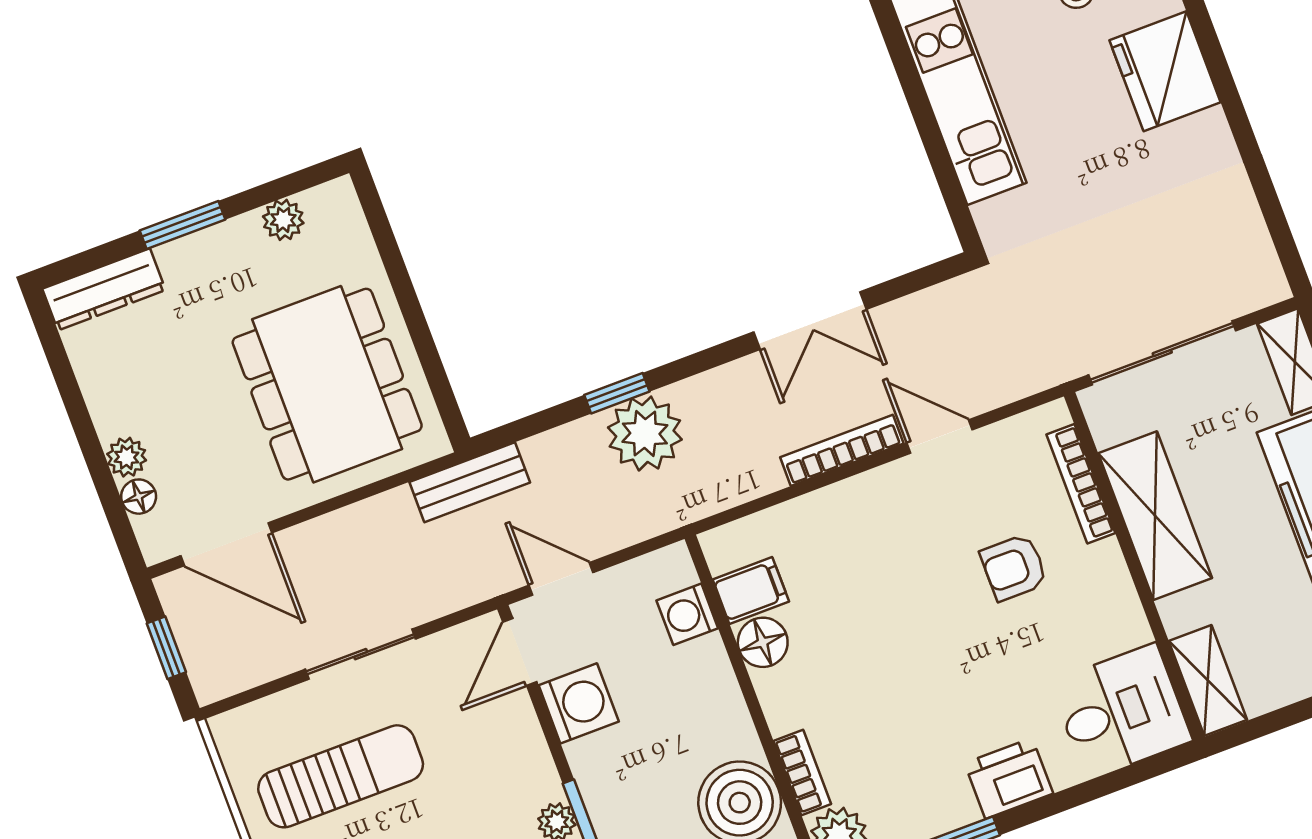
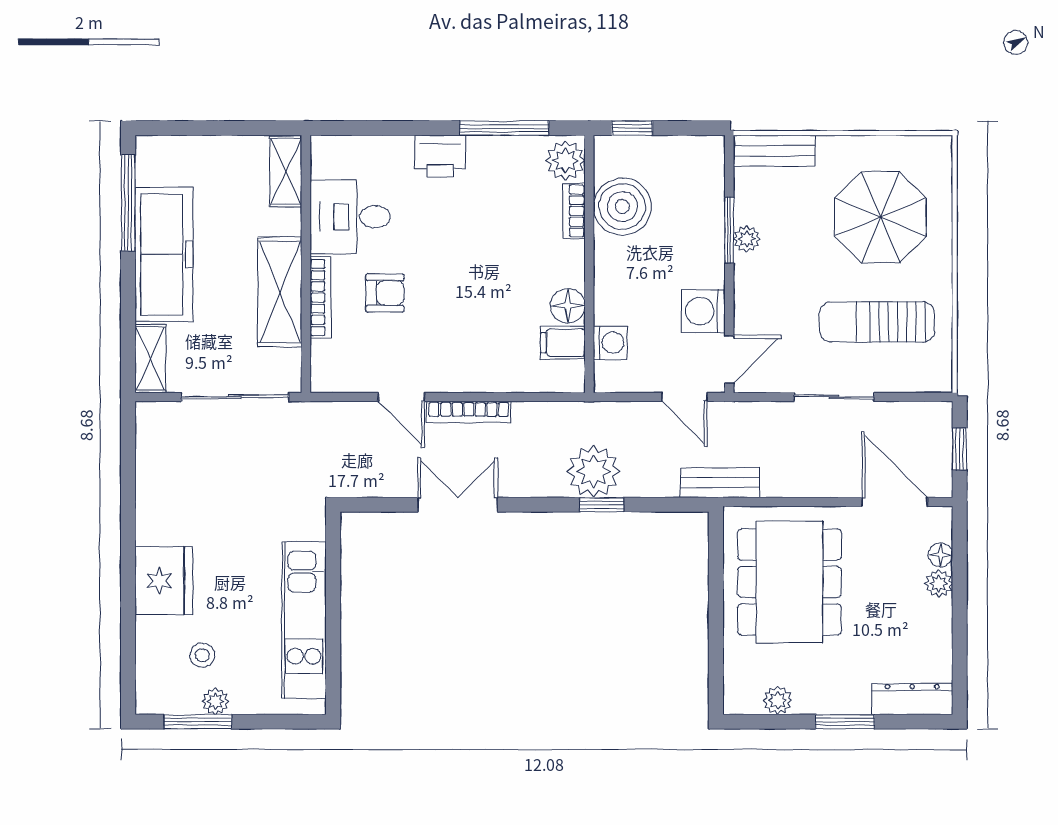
bookcase: (1081, 484) -> (320, 298), moved
desk: (1121, 711) -> (350, 217), moved

